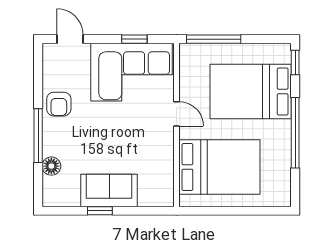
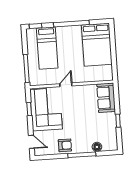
door: (70, 39) -> (31, 142), swing flipped
bed: (251, 91) -> (47, 48), width x0.67
bed: (219, 167) -> (97, 45), moved, turned 180
sofa: (109, 190) -> (106, 98), moved

